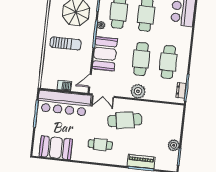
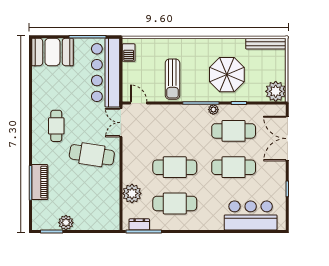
sun lounger: (66, 43) -> (173, 79), moved
booth: (105, 54) -> (176, 119), removed
barbecue: (64, 86) -> (129, 53), moved
plant: (138, 91) -> (132, 193), moved
cafe table: (125, 120) -> (92, 155), turned -71
booth: (56, 148) -> (52, 52), moved, turned 90

